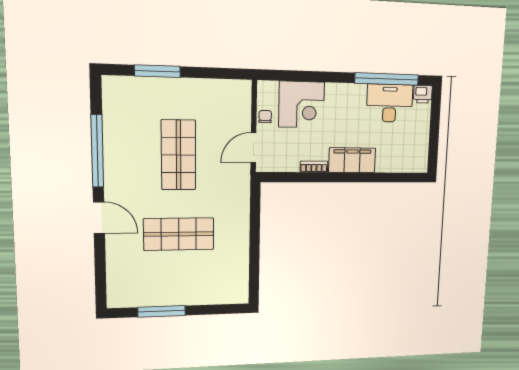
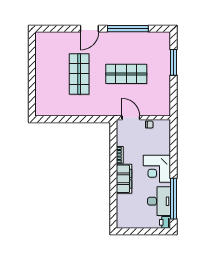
corner desk: (301, 105) -> (157, 169), moved
window: (162, 311) -> (32, 64), removed

